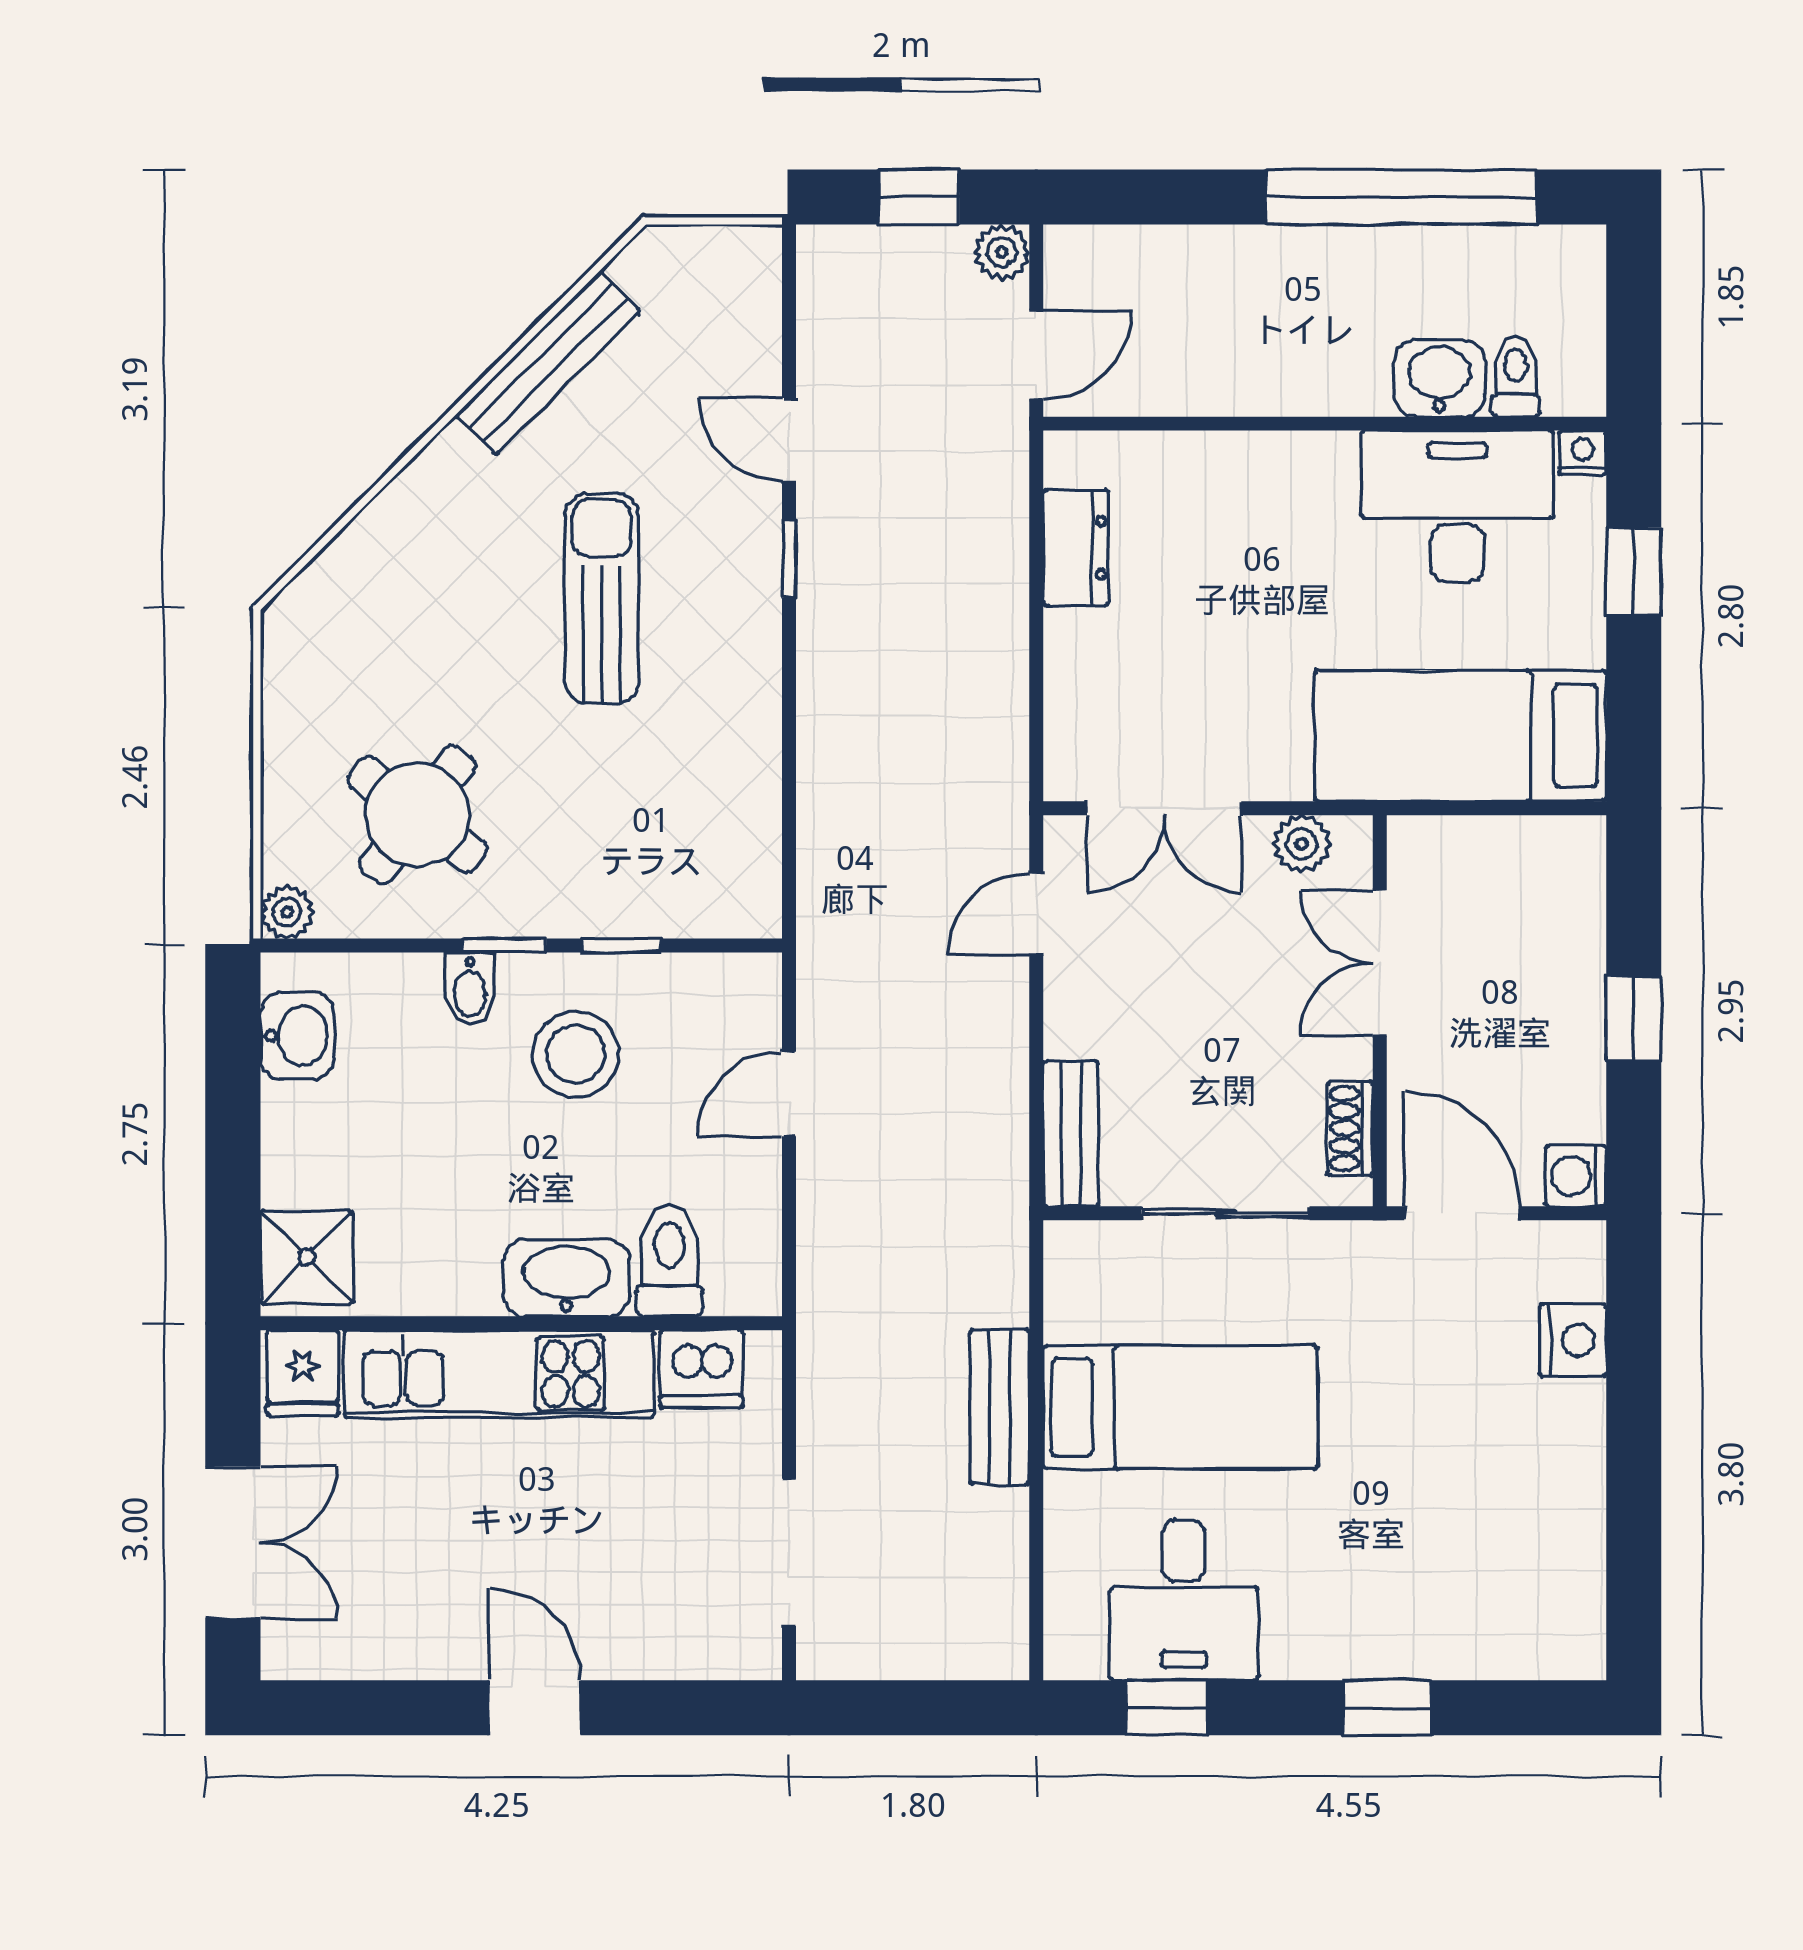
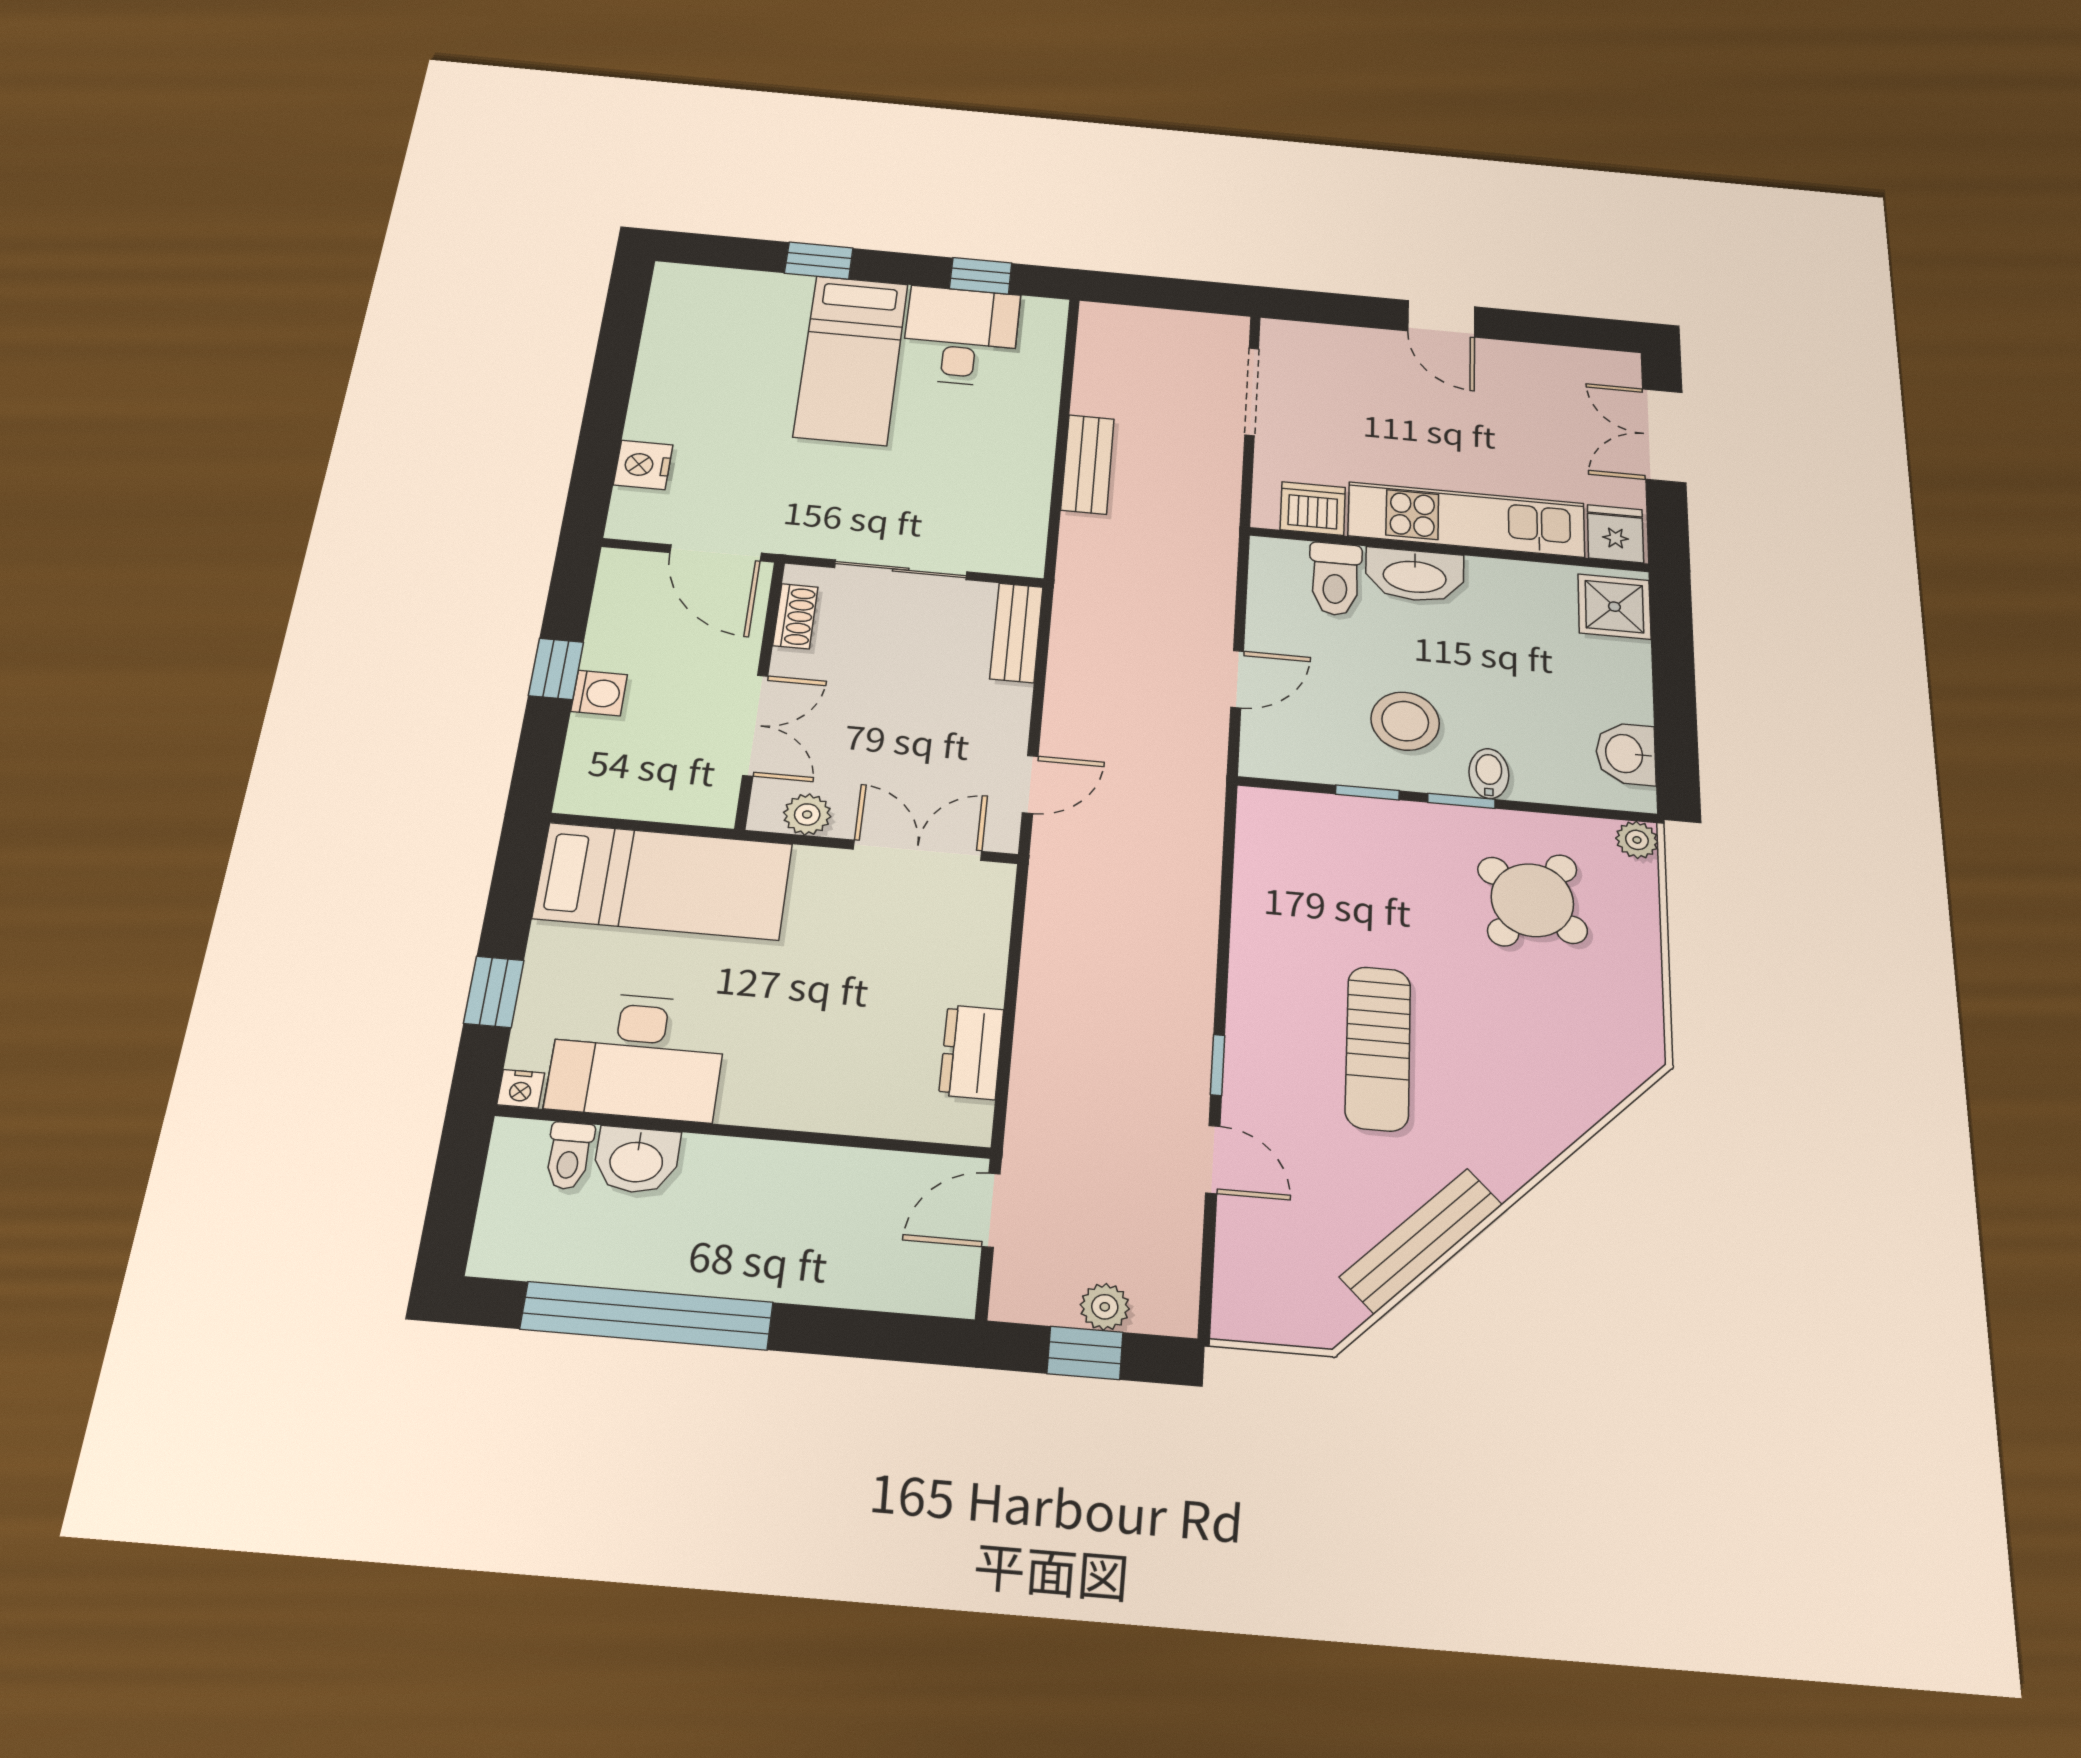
plant: (1002, 252) -> (1105, 1307), moved
washing machine: (1576, 1176) -> (599, 693), moved
bed: (1180, 1407) -> (851, 360), moved, turned -90

